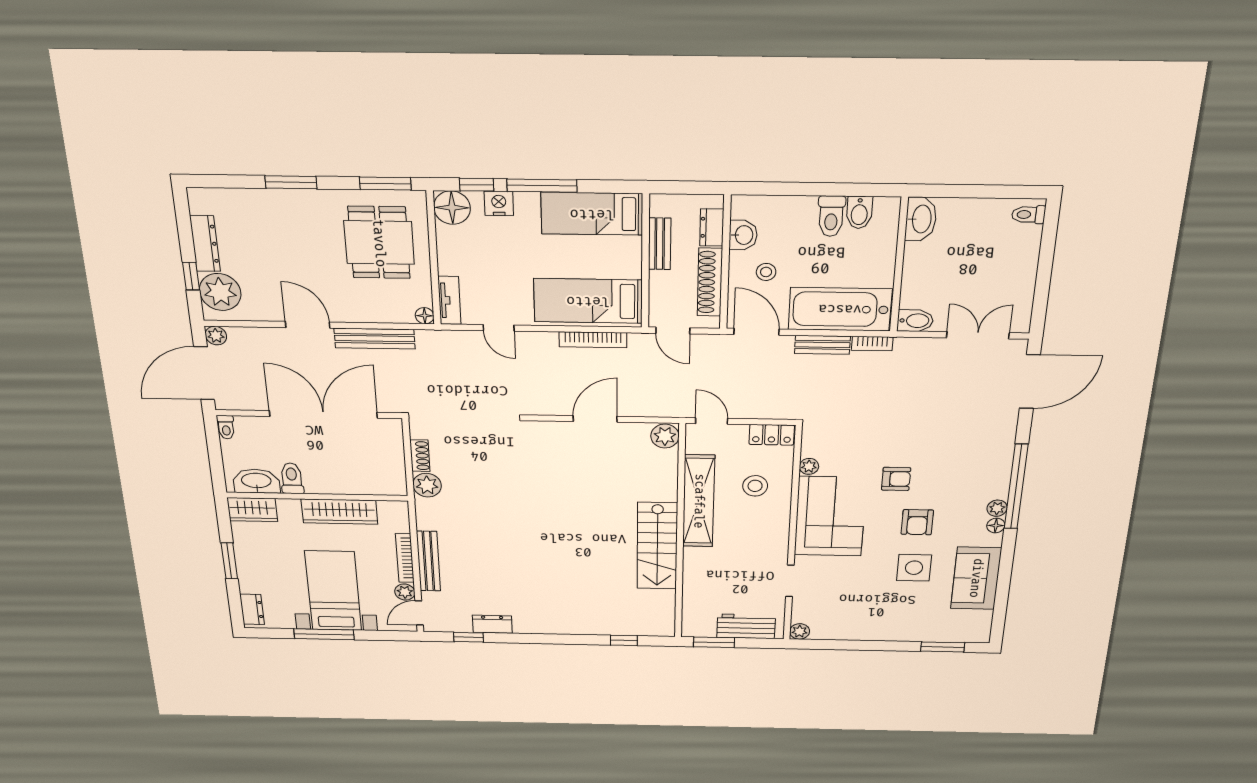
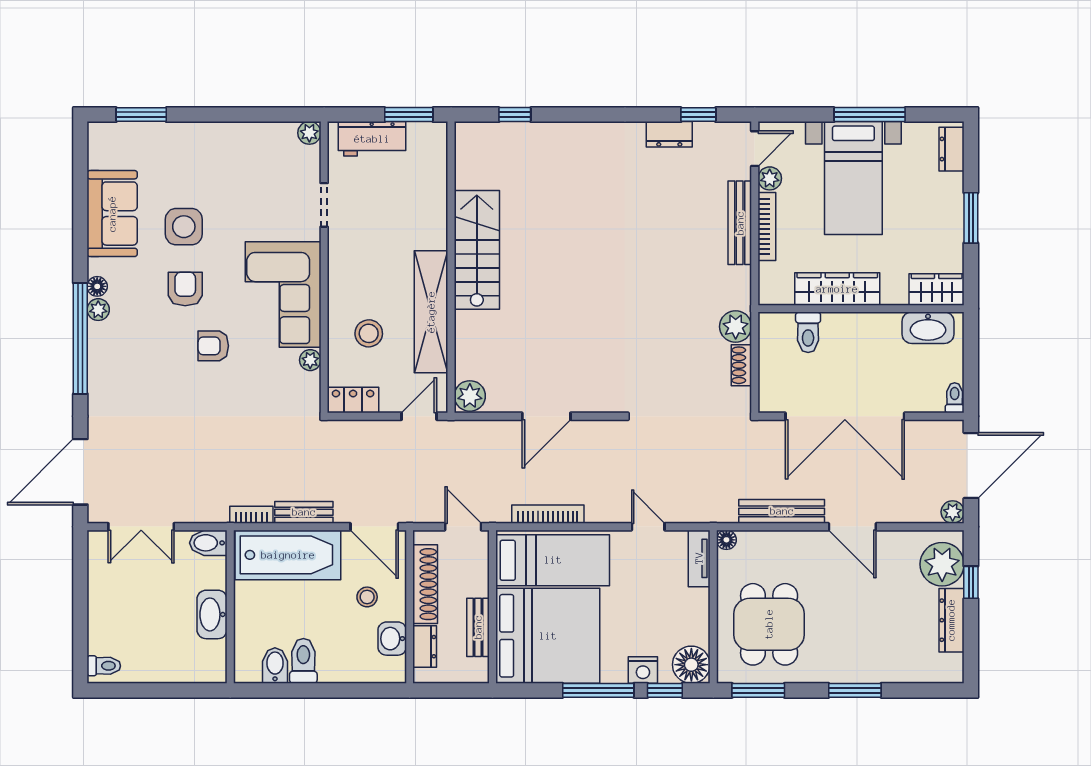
bed: (592, 214) -> (548, 636), width x2.04
washbasin: (921, 219) -> (212, 614), moved
door: (712, 421) -> (419, 416), swing flipped
toilet: (292, 478) -> (808, 332), moved

